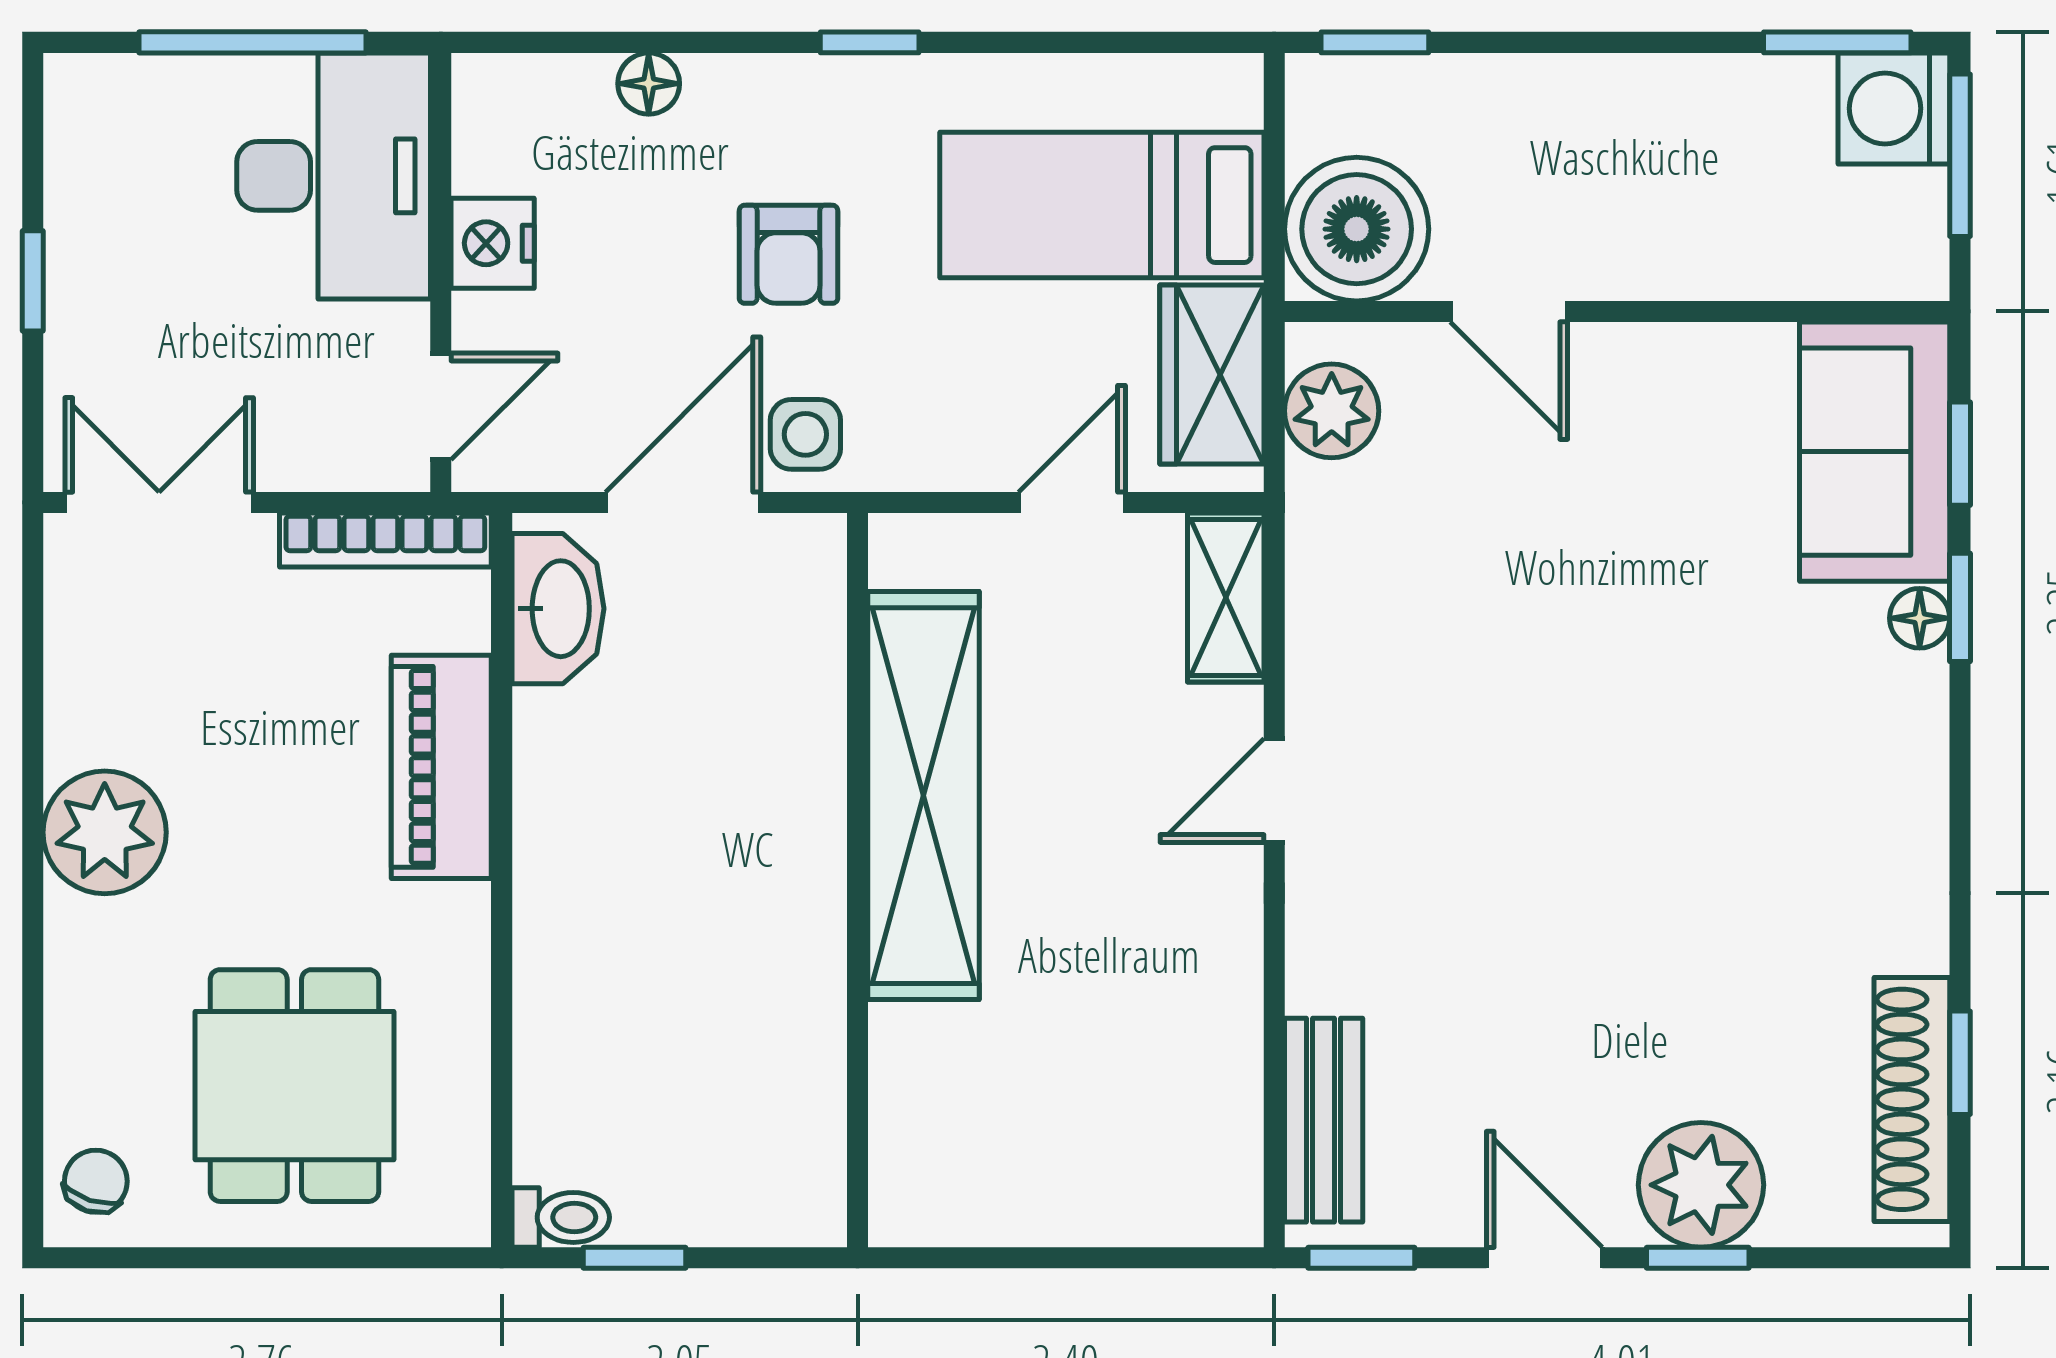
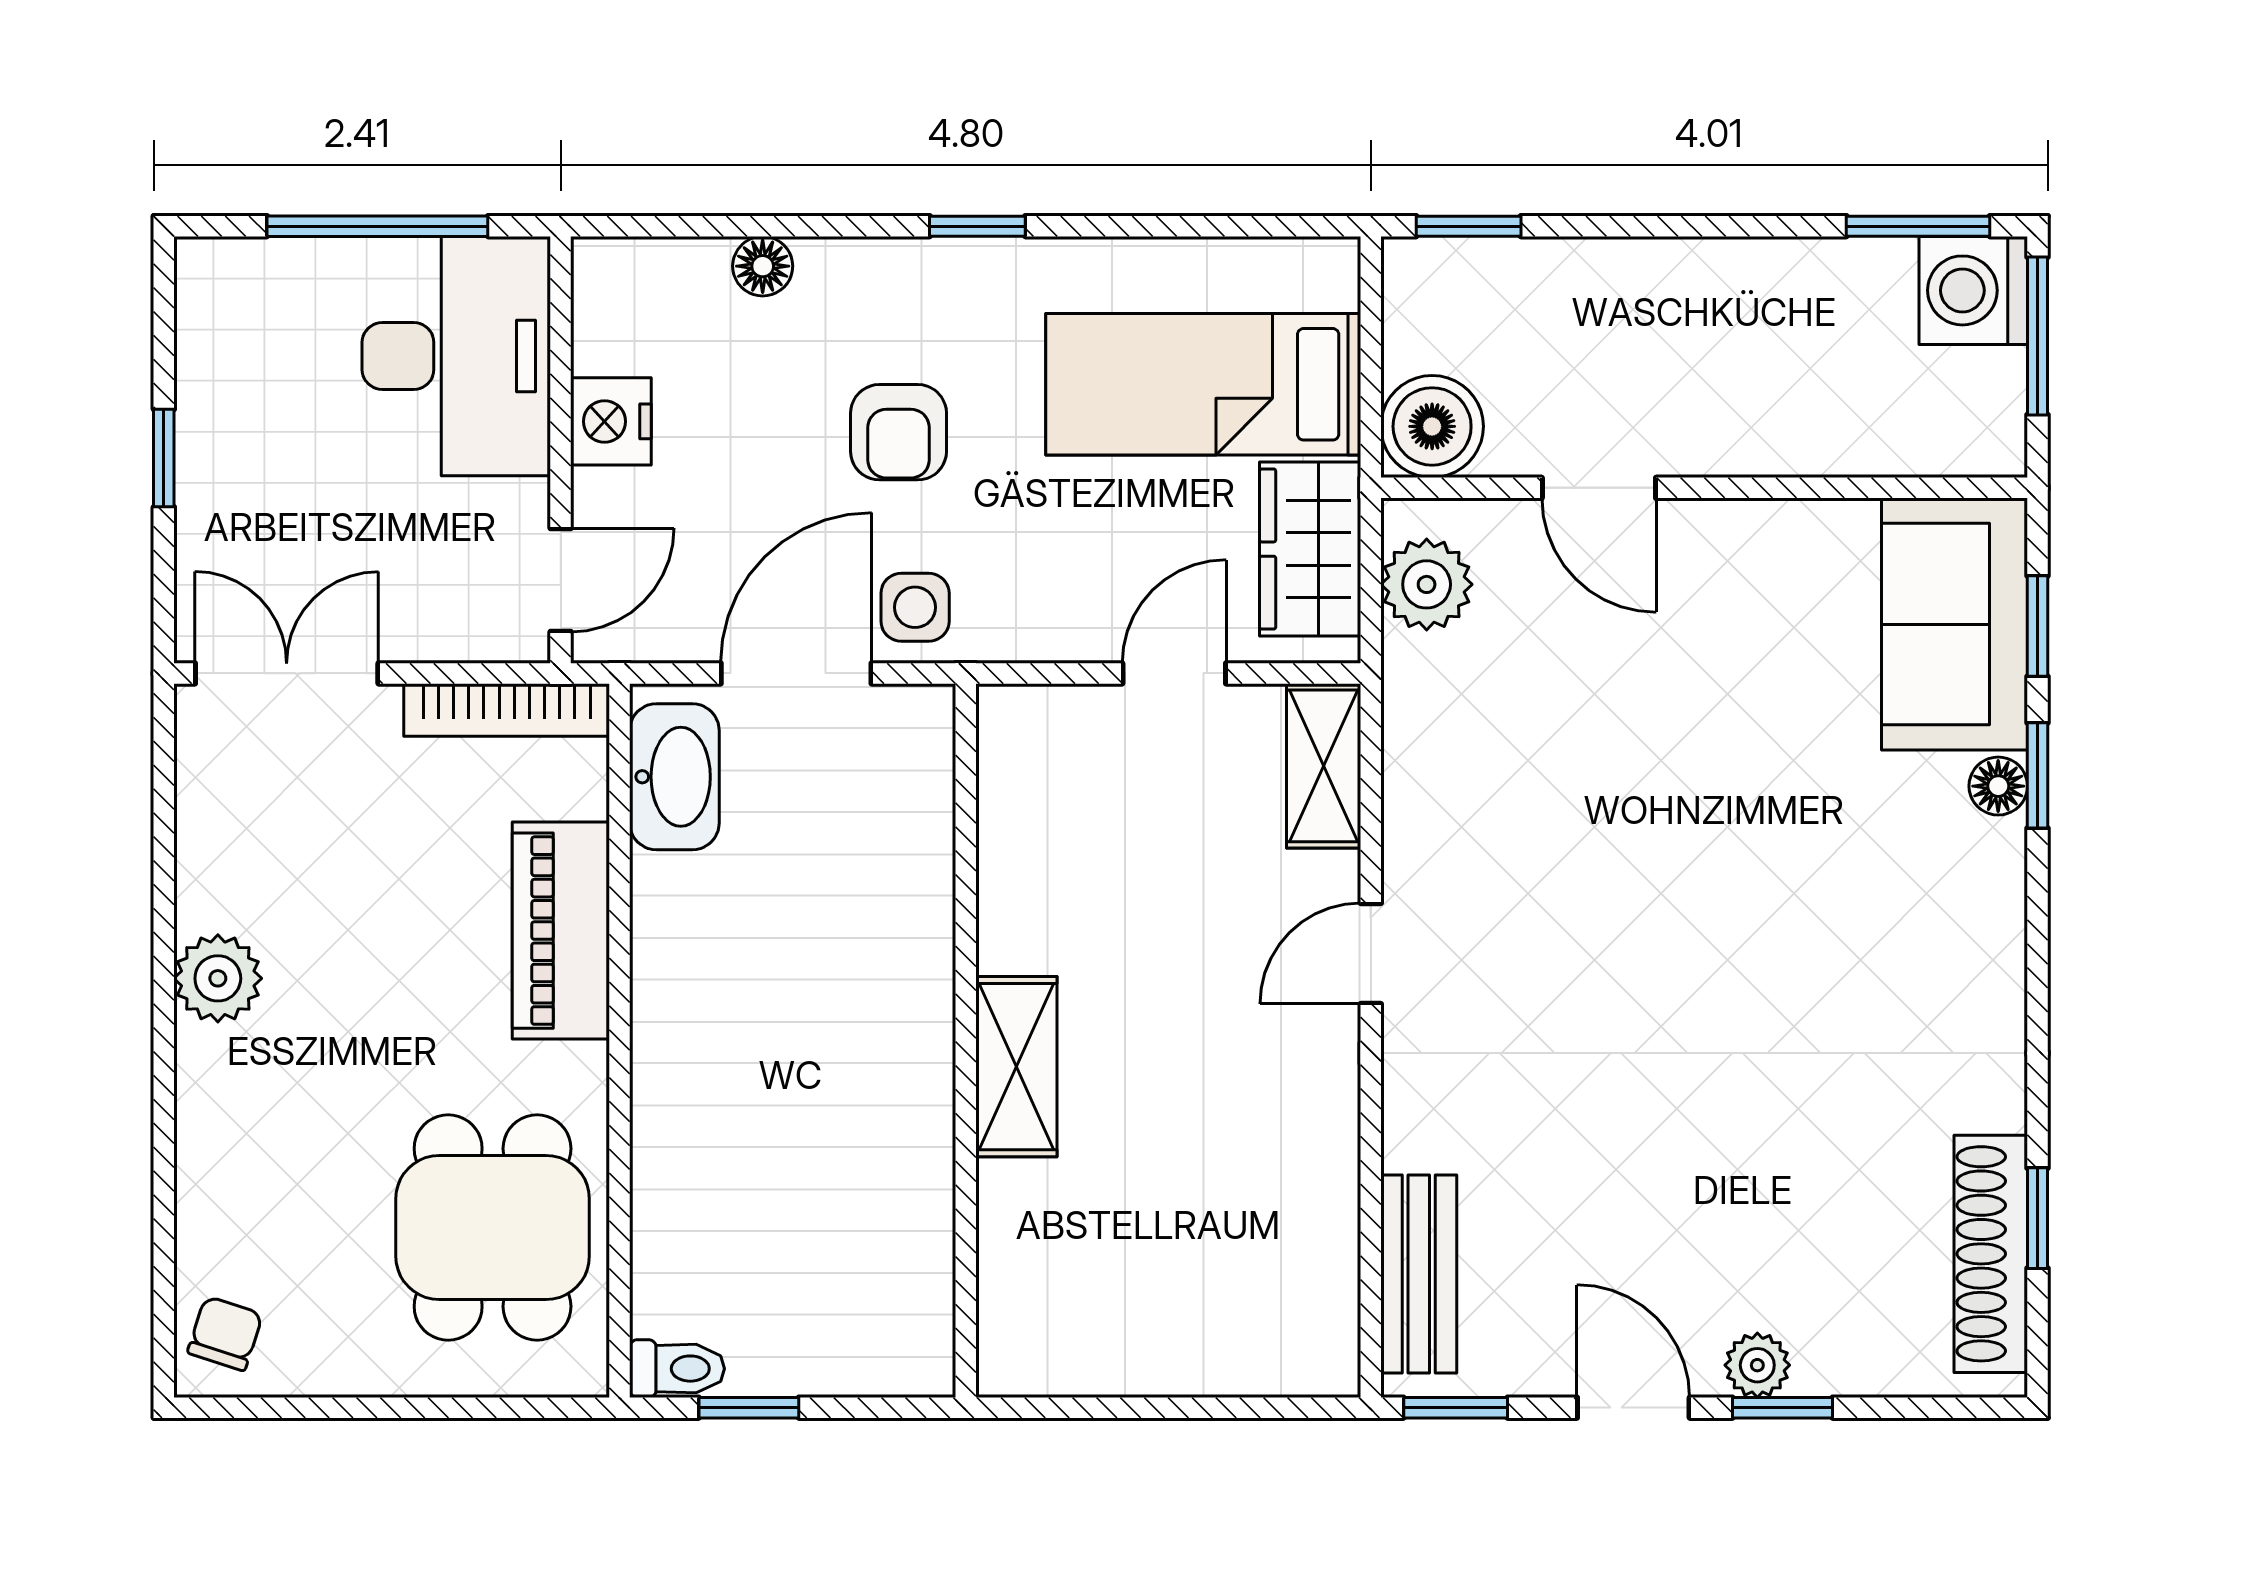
boiler: (1357, 229) -> (1432, 426), width x0.73, depth x0.73
shelving: (924, 796) -> (1016, 1067), width x0.45, depth x0.75
plant: (105, 832) -> (218, 978), width x0.73, depth x0.73
dining table: (294, 1086) -> (493, 1227), moved
plant: (1701, 1185) -> (1757, 1365), width x0.53, depth x0.53

